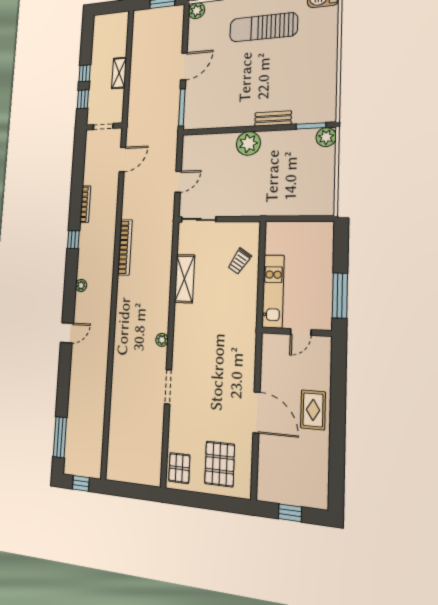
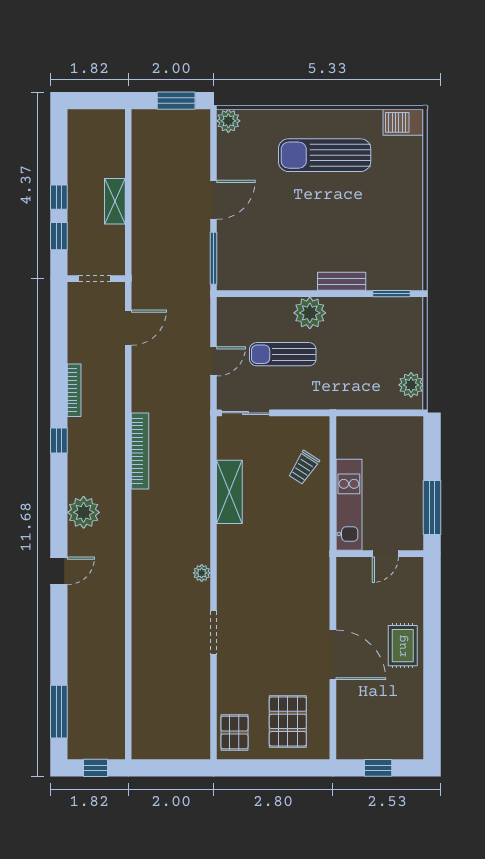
plant: (326, 137) -> (411, 385), moved
sun lounger: (227, 175) -> (283, 354), added
plant: (81, 285) -> (84, 512), width x1.87, depth x1.87

